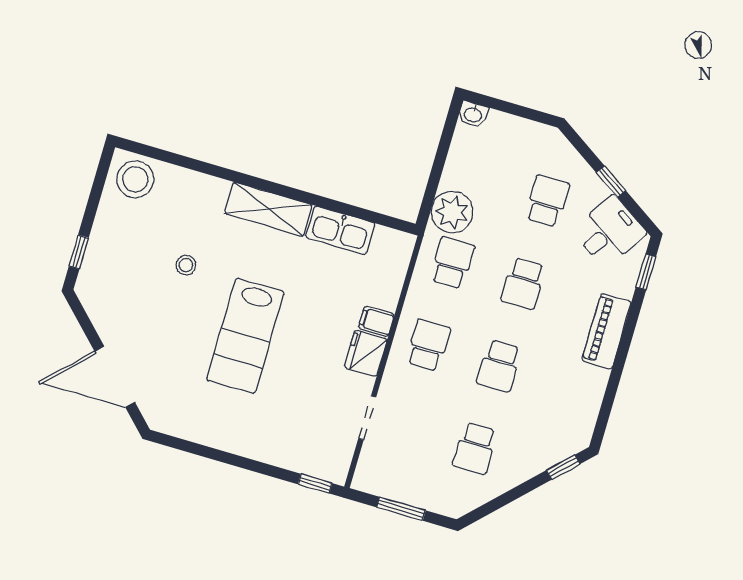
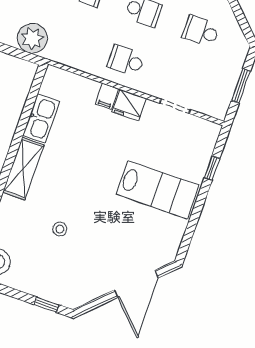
school desk: (452, 263) -> (68, 40), removed
lab bench: (245, 336) -> (157, 190), moved
school desk: (475, 448) -> (201, 31), turned 180
window: (315, 484) -> (212, 168), moved

